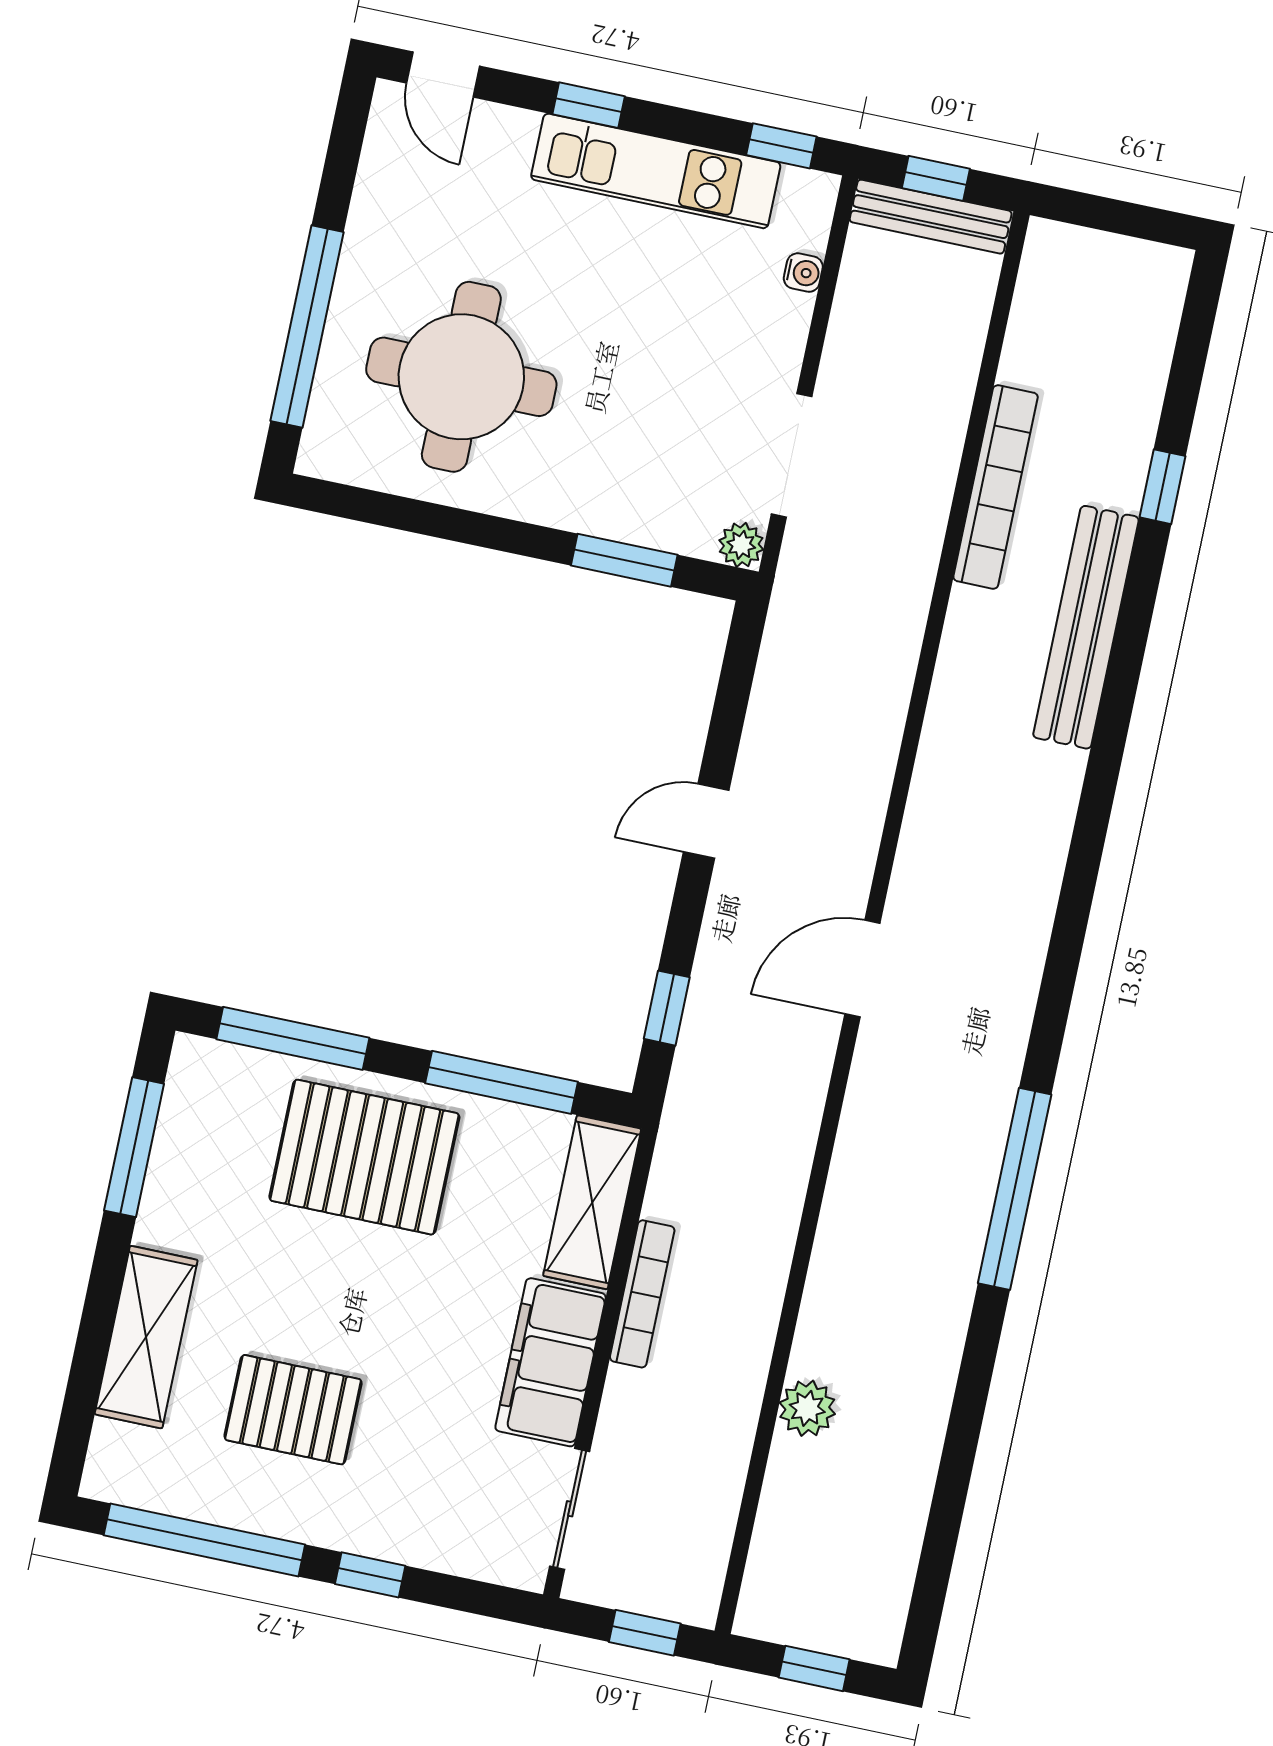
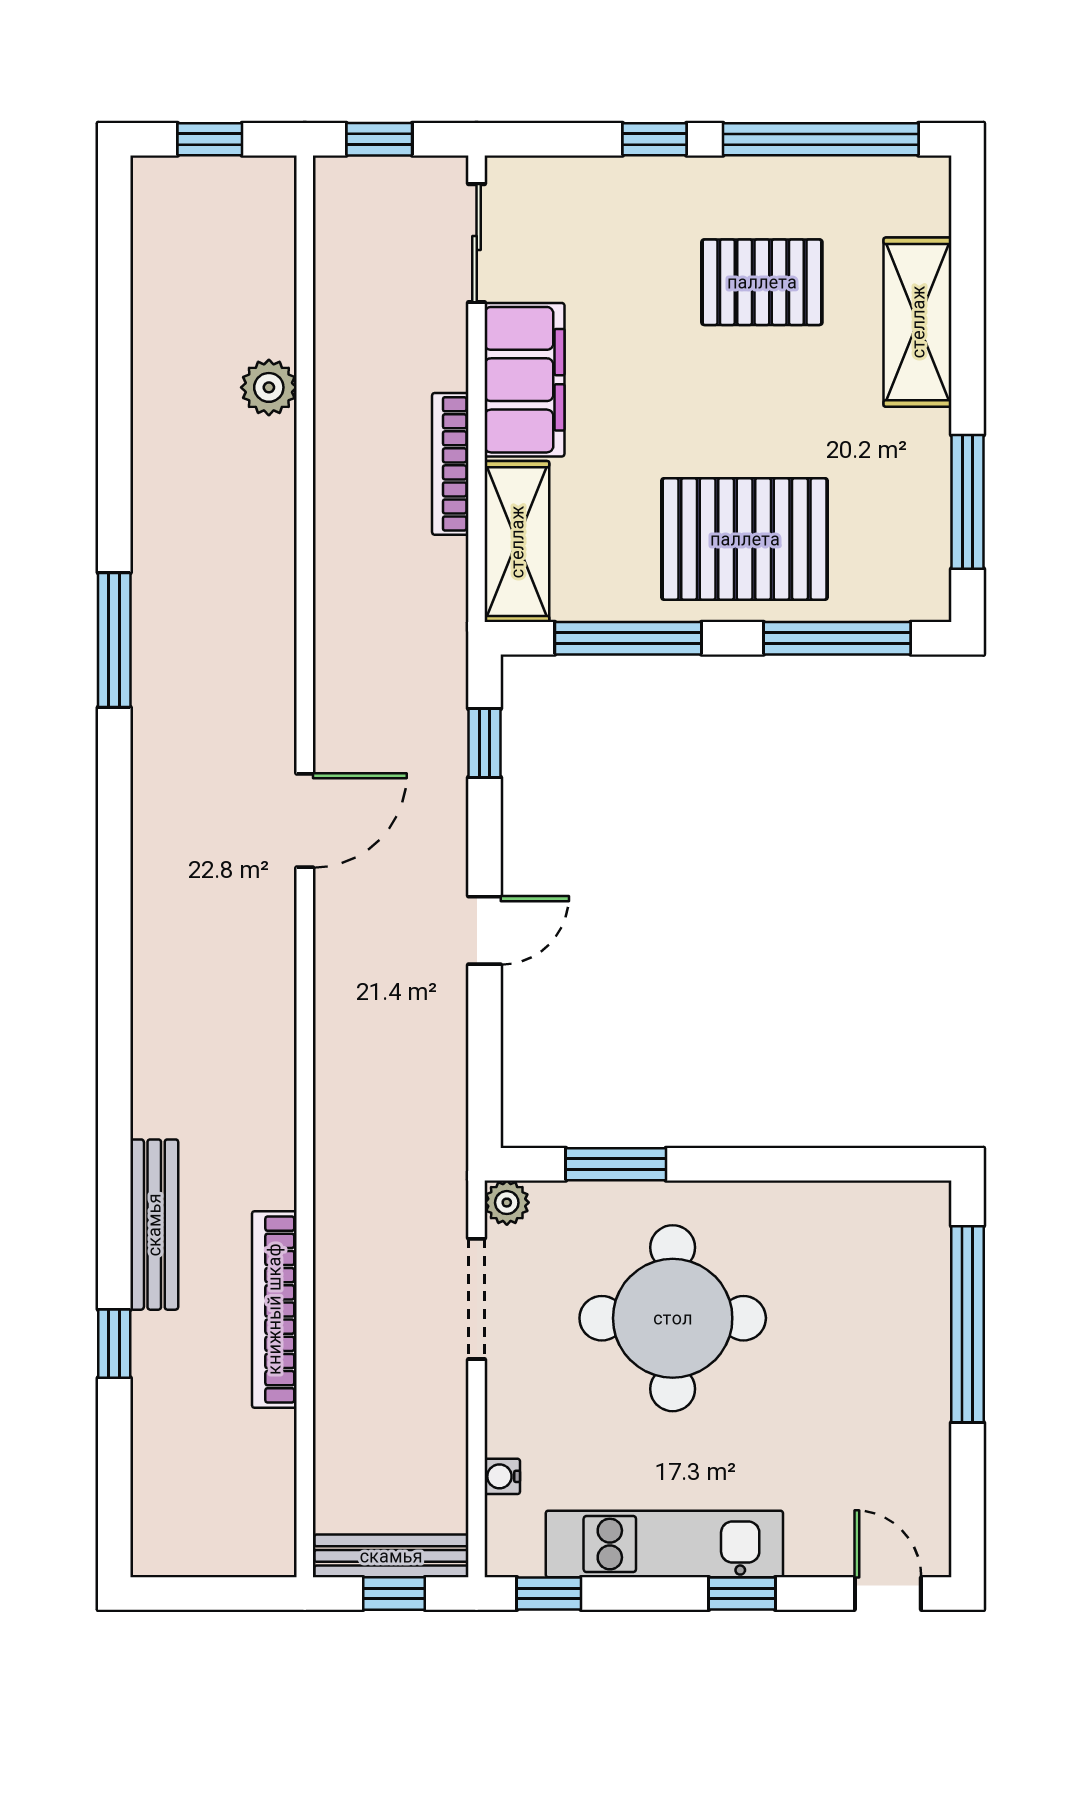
round table: (461, 377) -> (673, 1318), moved
bench: (1086, 627) -> (154, 1225), width x0.73, depth x0.82
window: (1015, 1189) -> (114, 640), width x0.68

